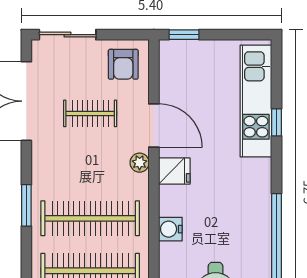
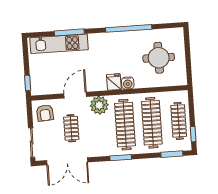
armchair: (123, 64) -> (45, 113), turned 86
window: (276, 122) -> (69, 32), width x2.17
plant: (140, 163) -> (99, 105), width x1.88, depth x1.88
fridge: (174, 171) -> (114, 82), moved

